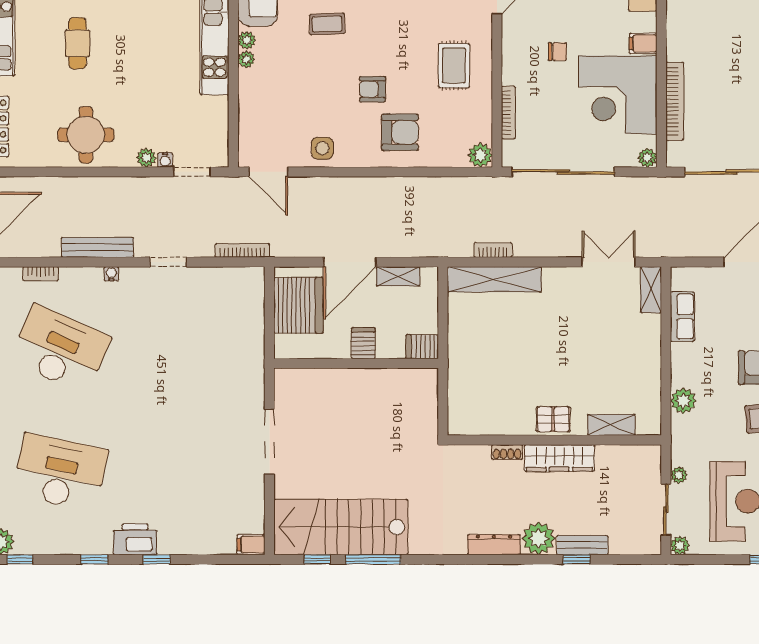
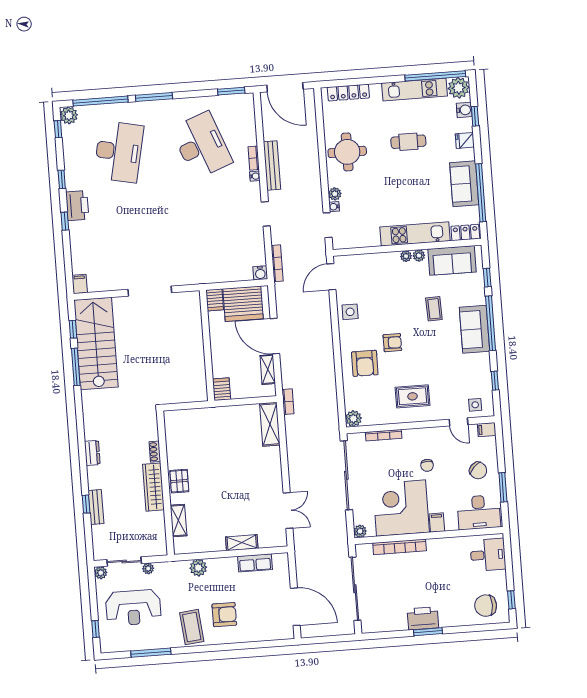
armchair: (372, 89) -> (392, 343), turned 90
bookcase: (493, 250) -> (288, 402), moved
bookcase: (41, 274) -> (254, 158), moved
water cooler: (255, 277) -> (260, 273), added
shelving: (494, 279) -> (270, 424), width x0.68
shelving: (651, 290) -> (242, 543), moved
server rack: (363, 343) -> (215, 300), moved, turned 90
desk: (60, 349) -> (202, 145), turned -45
plant: (538, 538) -> (98, 477), removed
dresser: (494, 545) -> (92, 453), width x0.70

